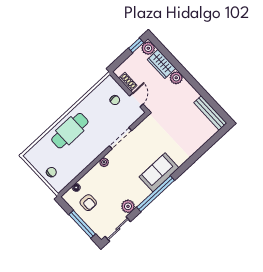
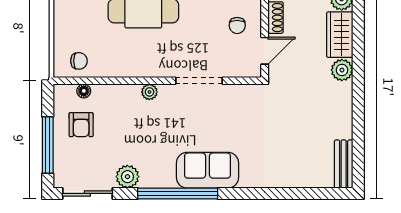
bench: (210, 113) -> (344, 164), width x0.73
chair: (51, 172) -> (79, 61), moved

